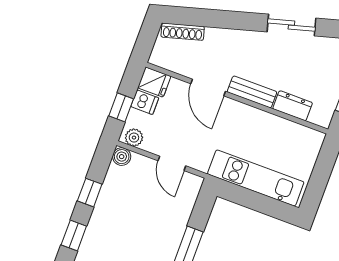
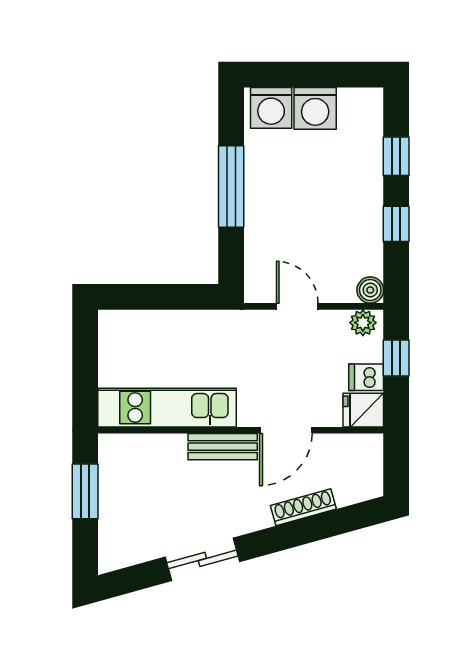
shoe rack: (183, 32) -> (303, 507), moved
door: (208, 87) -> (286, 430), swing flipped
dresser: (293, 106) -> (159, 448), removed
kitchen unit: (256, 178) -> (167, 408), moved, turned 180

